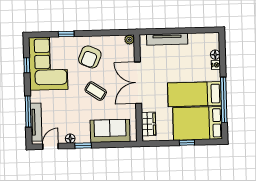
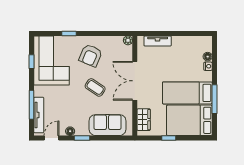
tv unit: (167, 39) -> (158, 41), width x0.71
window: (224, 100) -> (214, 99), width x0.68
window: (187, 143) -> (169, 138), moved

